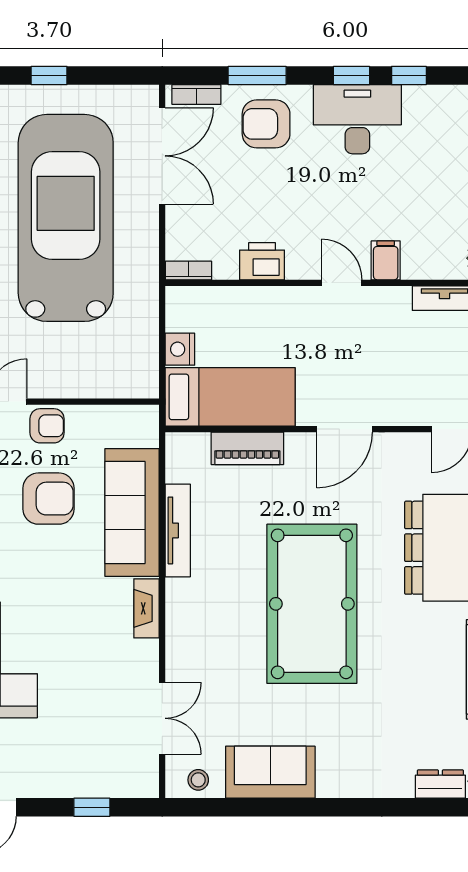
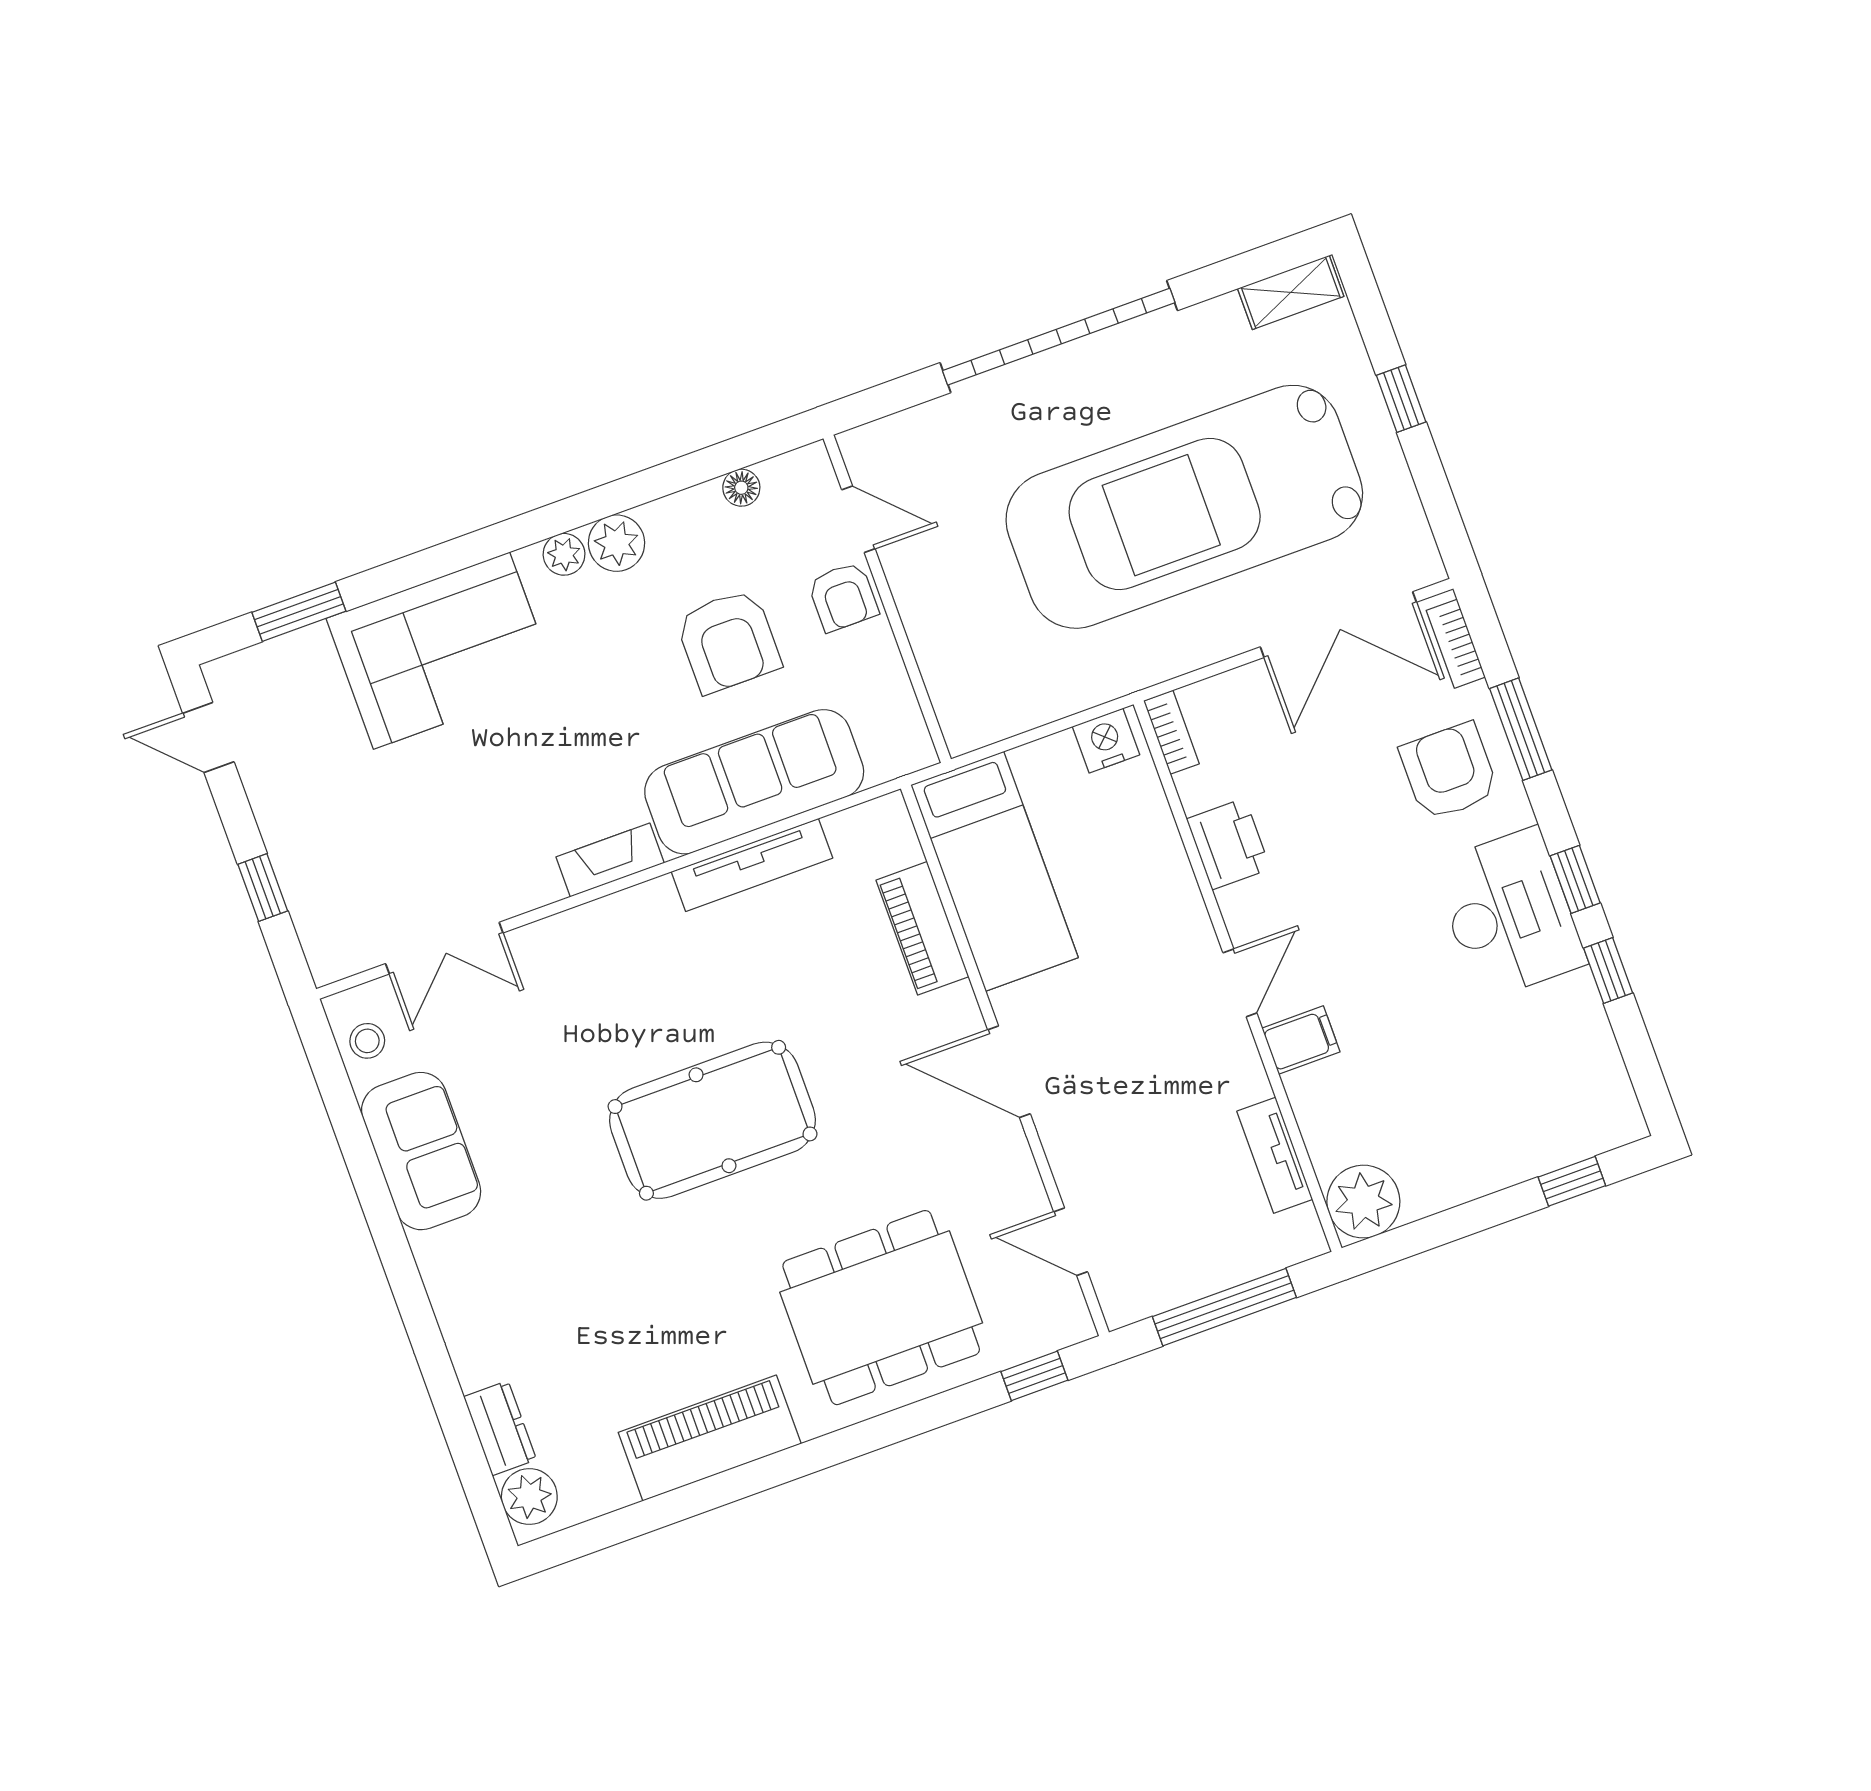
car: (66, 218) -> (1184, 507), turned 180
nightstand: (180, 349) -> (1106, 741), moved
pool table: (312, 604) -> (713, 1120), width x0.73, depth x0.76

